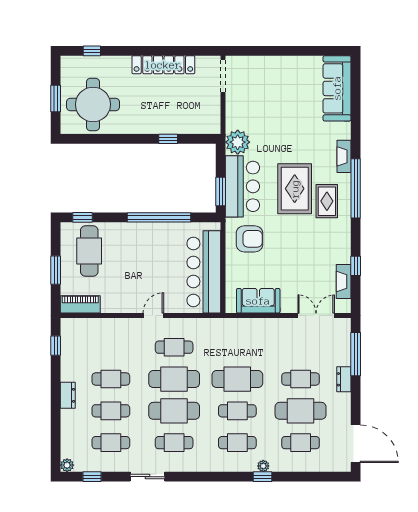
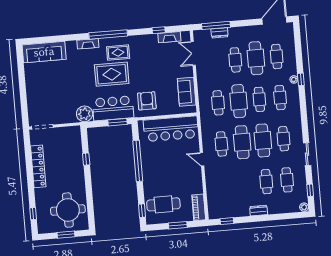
cafe table: (111, 379) -> (218, 103), moved
dresser: (344, 379) -> (220, 33), moved

